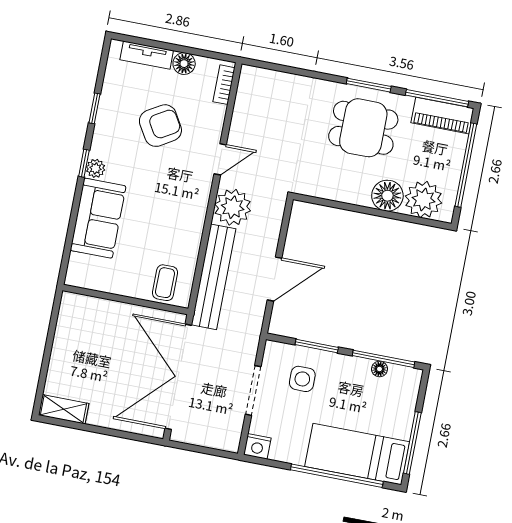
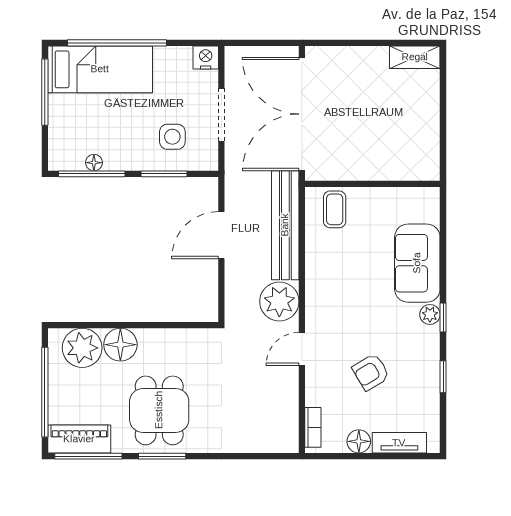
armchair: (160, 126) -> (371, 372), width x0.72, depth x0.72
dining table: (363, 128) -> (159, 410), turned 90
double door: (178, 377) -> (302, 114), swing flipped

